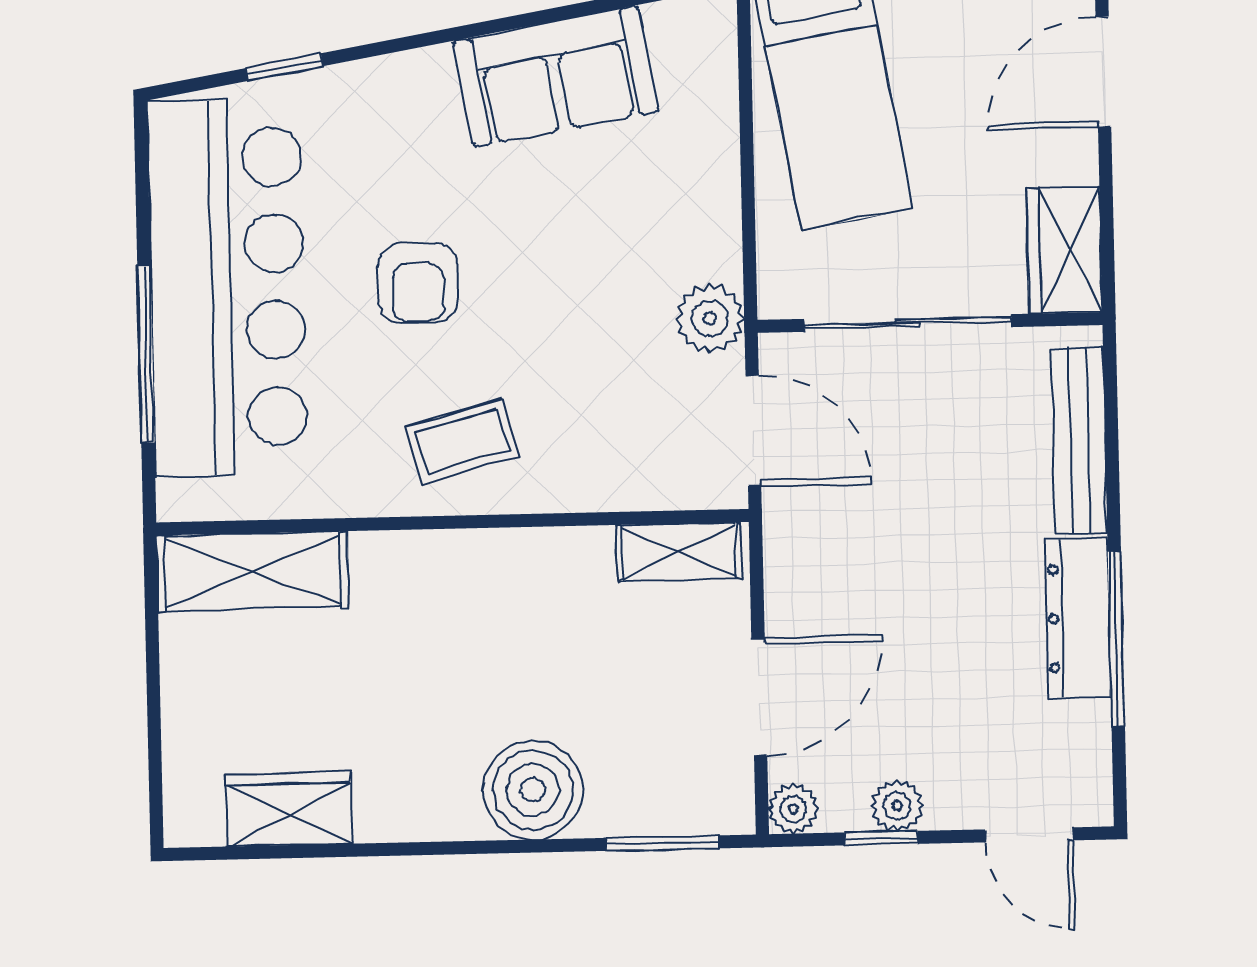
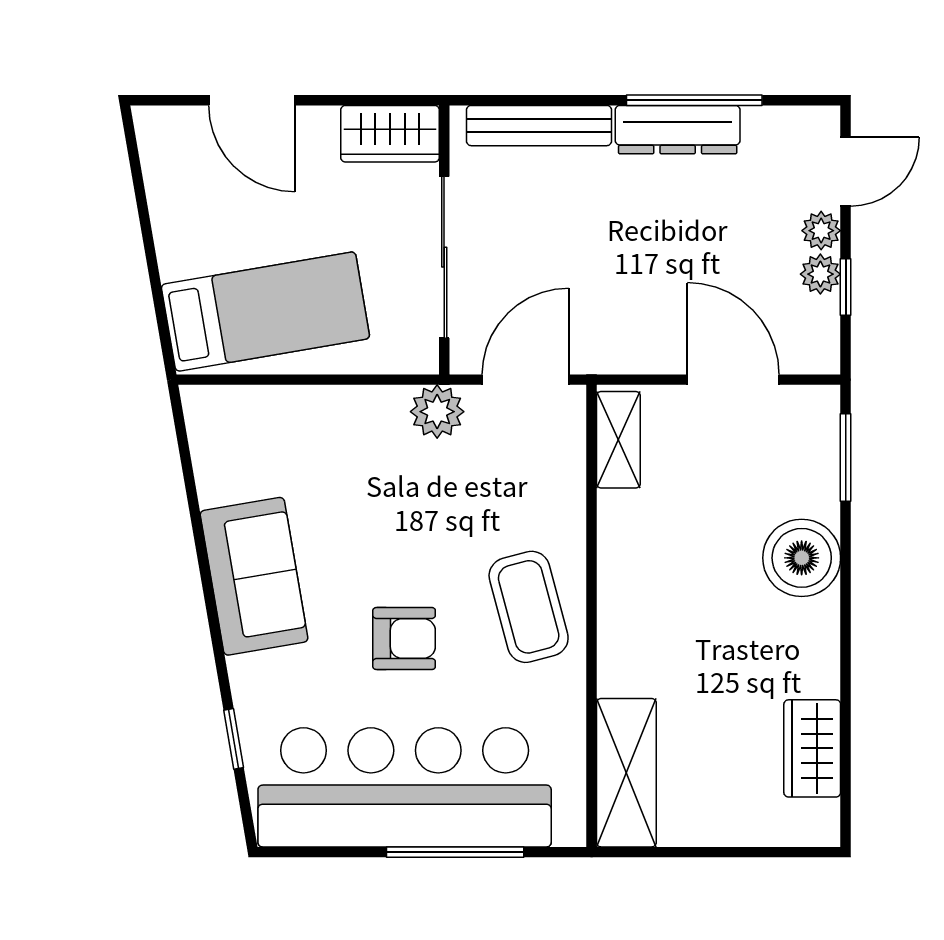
sofa: (556, 76) -> (254, 576), moved
coffee table: (462, 441) -> (529, 607), width x1.36, depth x1.30
plant: (793, 809) -> (821, 231), moved

